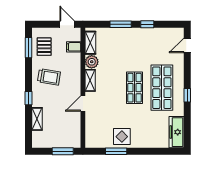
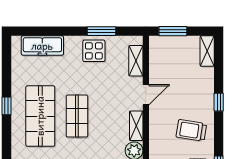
shelving: (37, 119) -> (207, 51), moved
shelving: (90, 129) -> (136, 61), added
freezer: (177, 132) -> (42, 46), moved, turned 90

